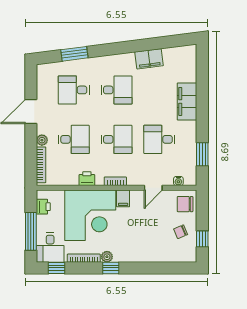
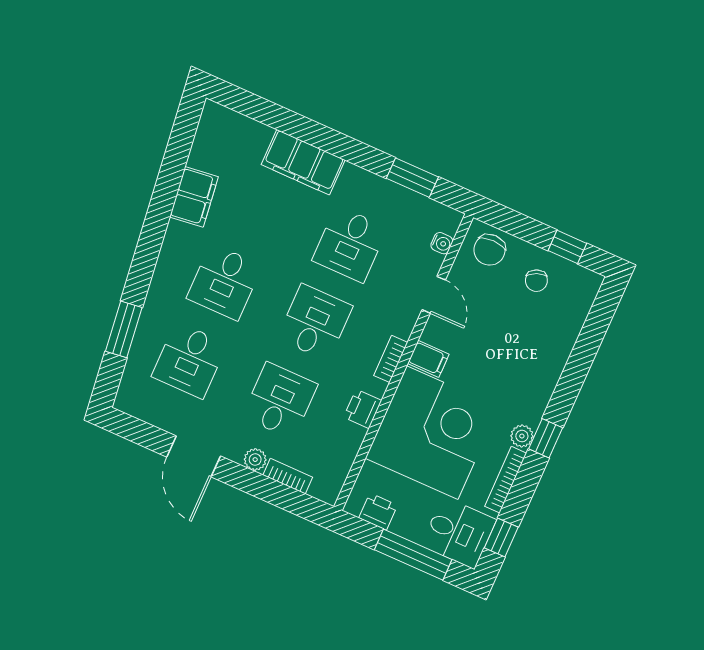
desk: (117, 90) -> (224, 282), turned 180
bookcase: (41, 165) -> (288, 476), width x0.64

